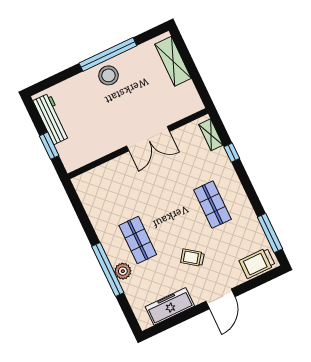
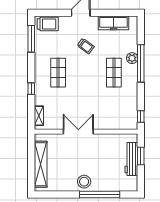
window: (108, 54) -> (100, 195), moved
shelving: (173, 61) -> (41, 164), width x1.47
workbench: (52, 119) -> (131, 159), moved
window: (232, 153) -> (31, 89), moved
window: (74, 198) -> (141, 117), added

